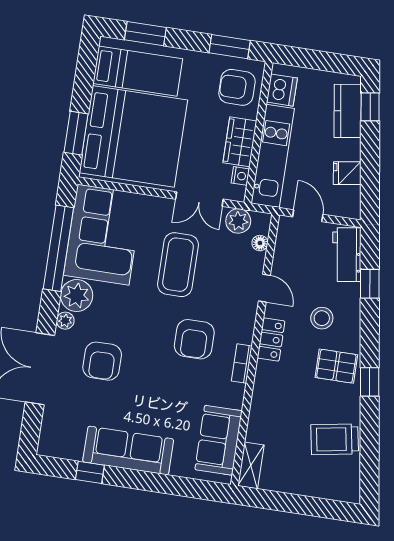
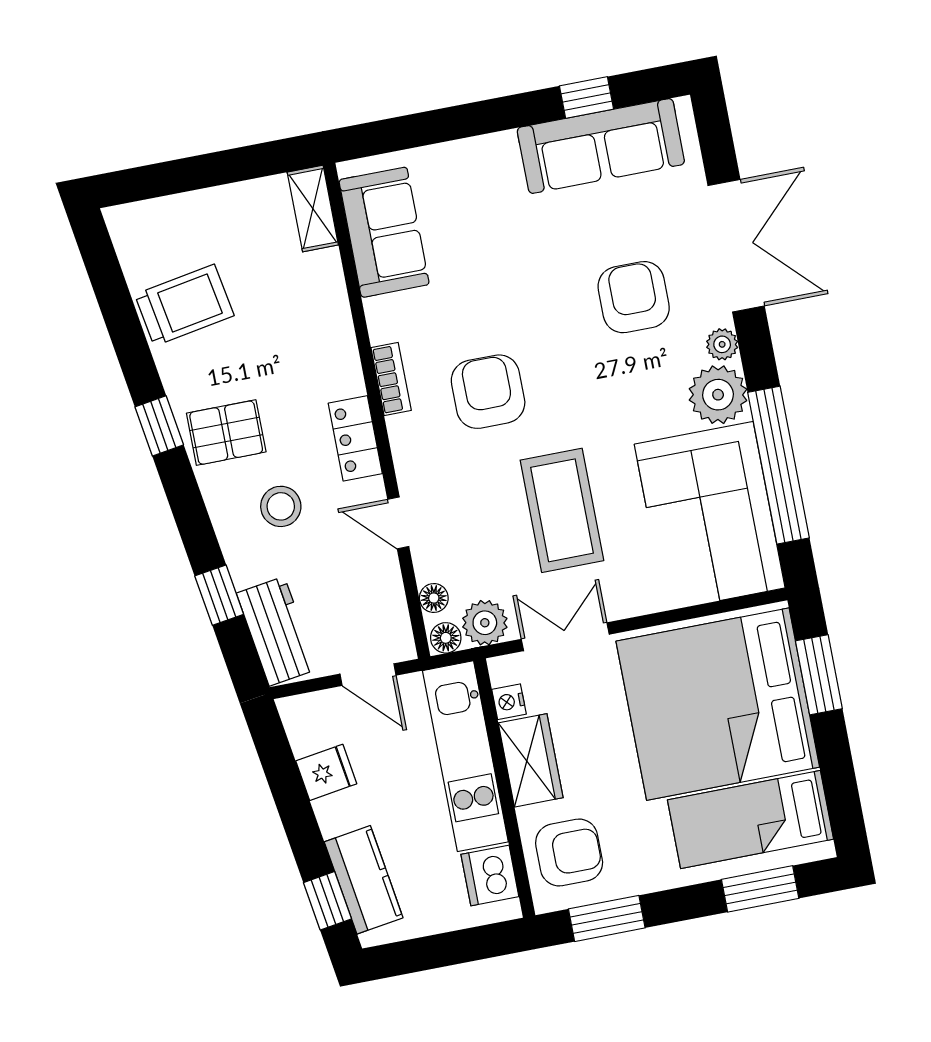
floor lamp: (261, 220) -> (446, 638), added
sofa: (128, 450) -> (601, 146), moved

